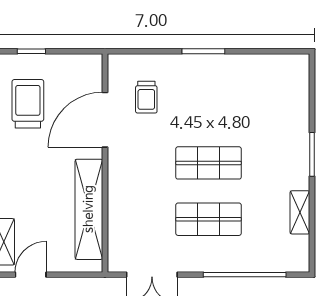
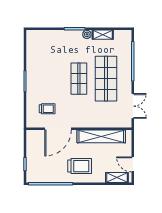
trolley: (28, 104) -> (80, 166), moved, turned 180
door: (105, 120) -> (58, 129), hinge flipped
plant: (300, 179) -> (87, 34), added
shop shelf: (208, 219) -> (106, 79), width x1.43, depth x1.36

